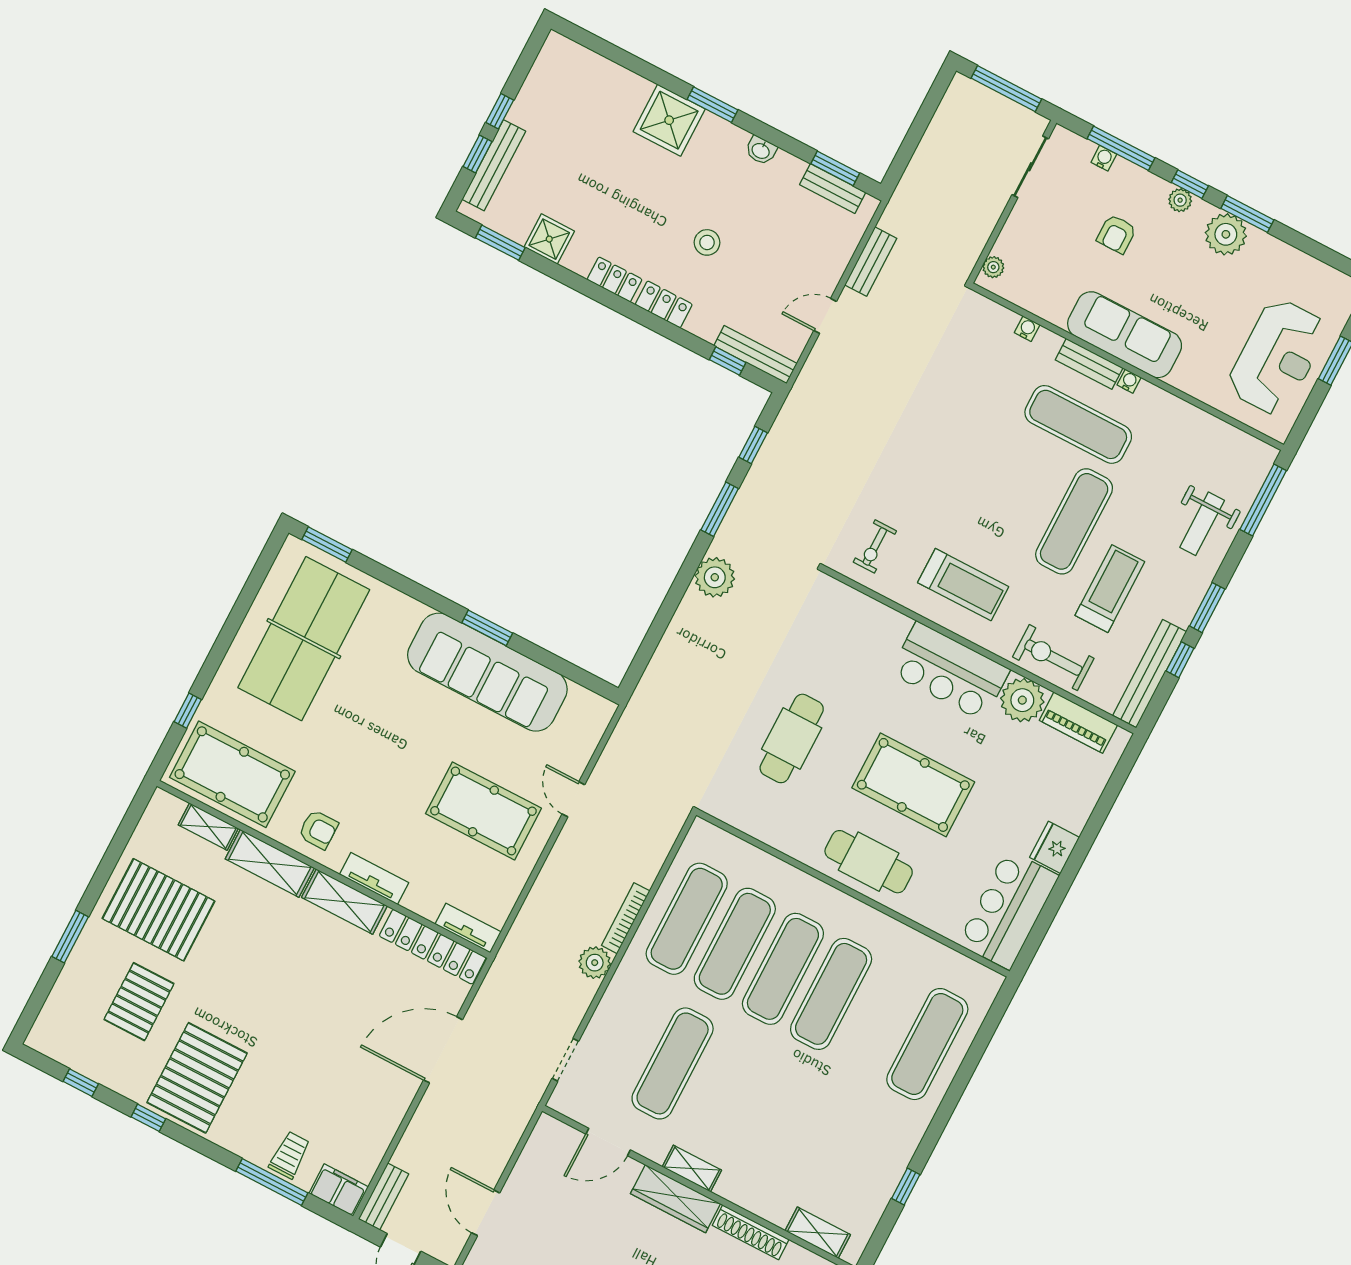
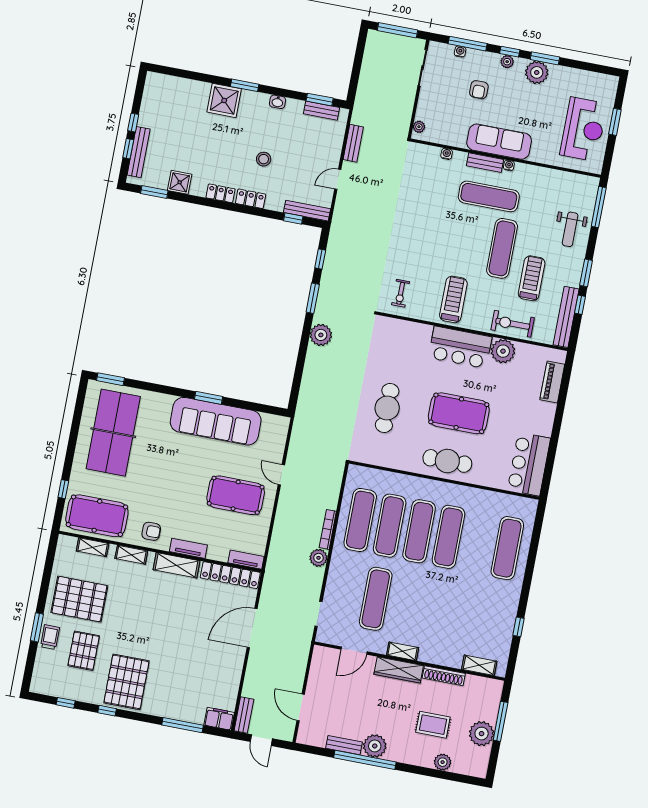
treadmill: (963, 585) -> (453, 299), turned -90
piano: (1078, 723) -> (552, 382), moved, turned 90
fridge: (1055, 847) -> (543, 424), removed
shelving: (270, 863) -> (131, 555), width x0.67, depth x0.75
trolley: (289, 1155) -> (50, 637), moved

